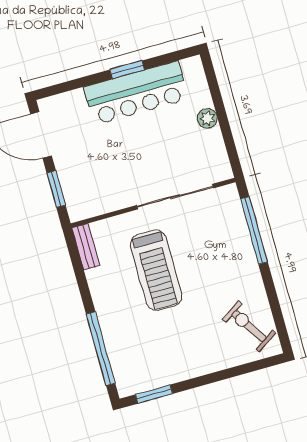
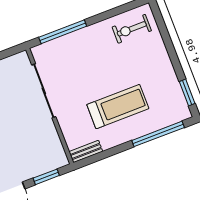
treadmill: (156, 270) -> (118, 107), moved
exercise bike: (249, 326) -> (132, 29), turned 33

